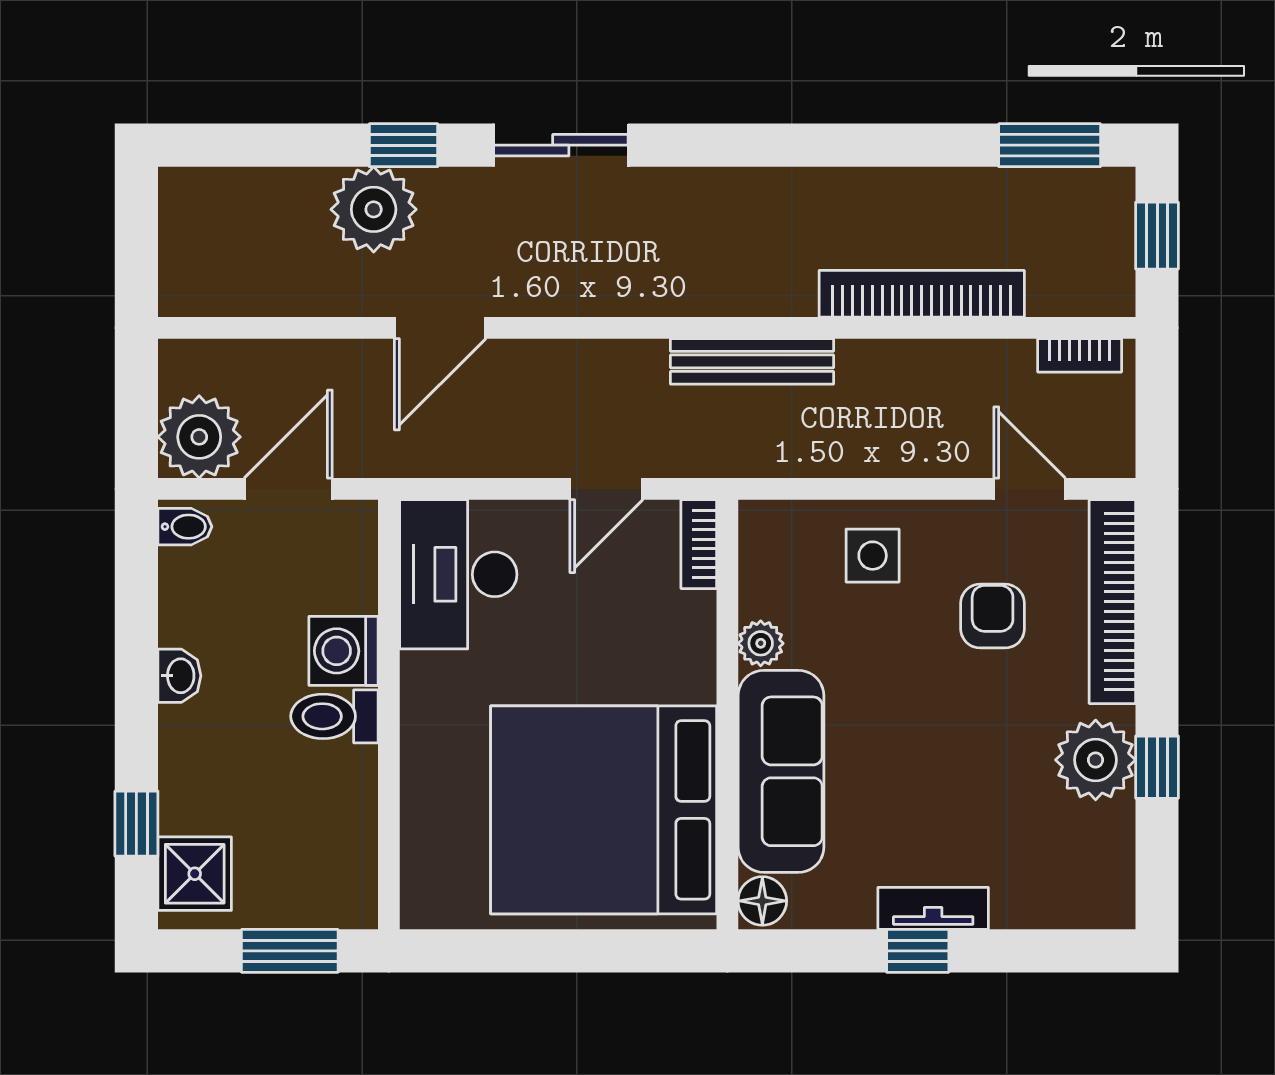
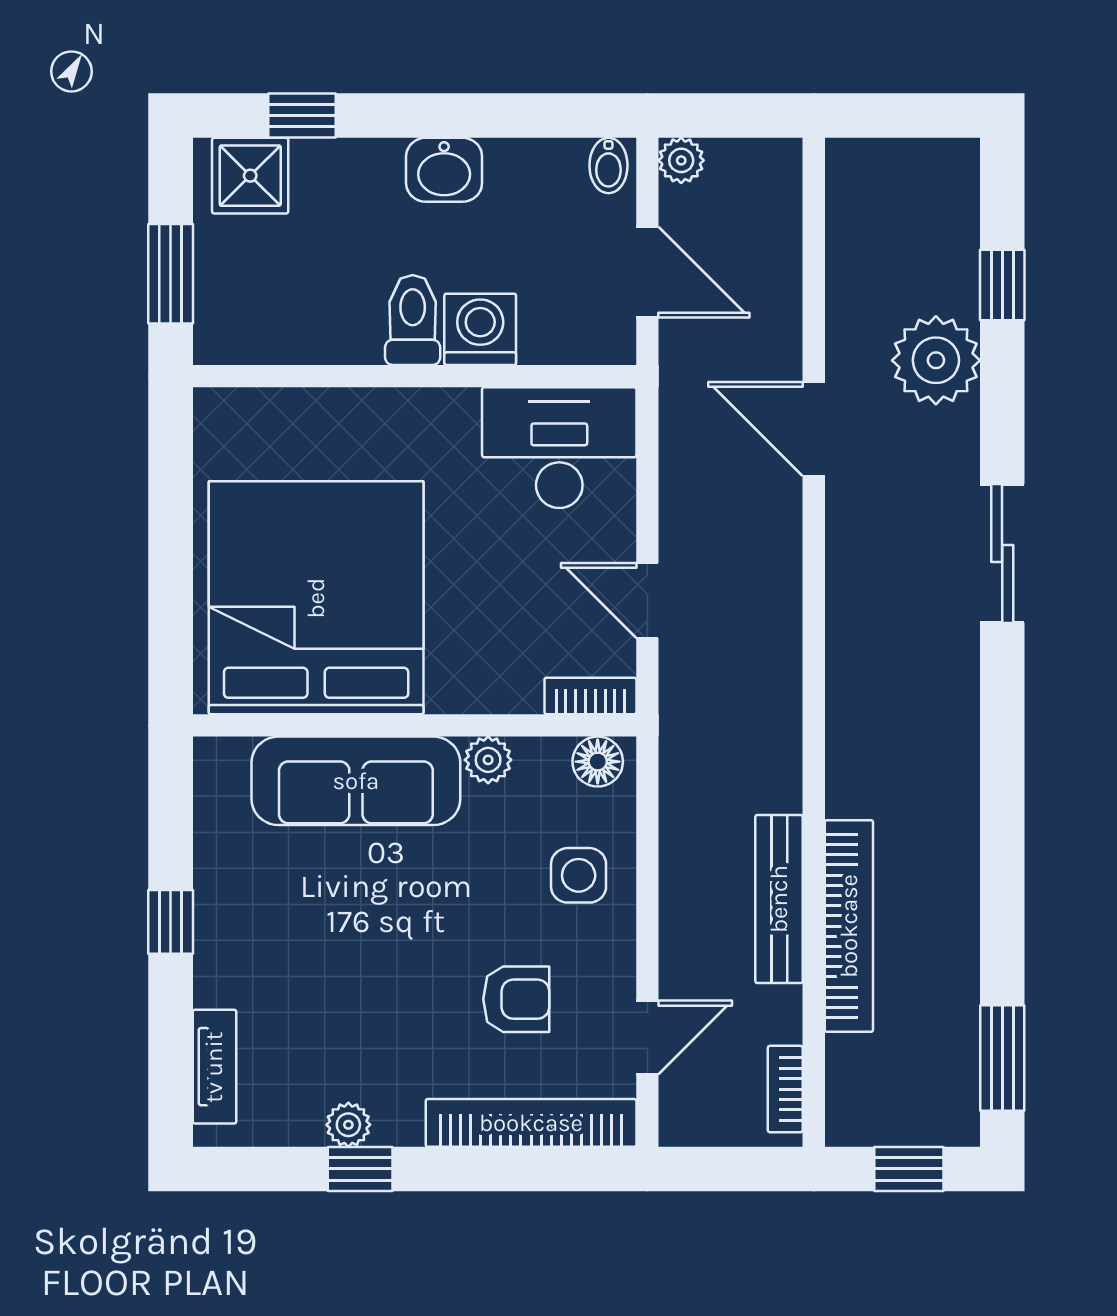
window: (404, 145) -> (1002, 285), moved
bench: (752, 361) -> (779, 899), moved
plant: (199, 437) -> (681, 160), width x0.53, depth x0.53
washbasin: (179, 676) -> (444, 170), width x1.38, depth x1.45
plant: (1096, 760) -> (348, 1125), width x0.53, depth x0.53
floor lamp: (762, 901) -> (598, 762), moved
tv unit: (933, 908) -> (214, 1067), moved

